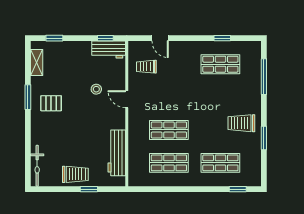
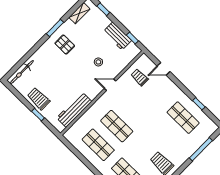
door: (160, 38) -> (164, 69), hinge flipped
workbench: (109, 49) -> (117, 36), moved
door: (127, 99) -> (110, 85), hinge flipped
trolley: (75, 174) -> (39, 99), turned 180

